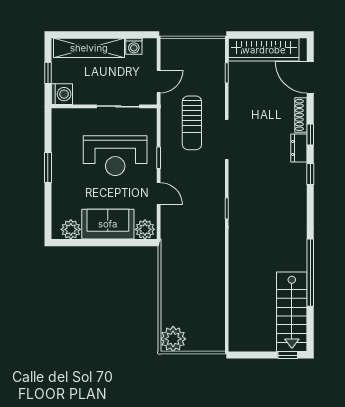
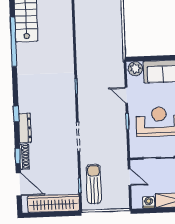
door: (159, 81) -> (129, 177), swing flipped
sun lounger: (192, 123) -> (94, 184), moved
window: (310, 135) -> (18, 156), moved
dresser: (299, 148) -> (25, 128), width x1.44

